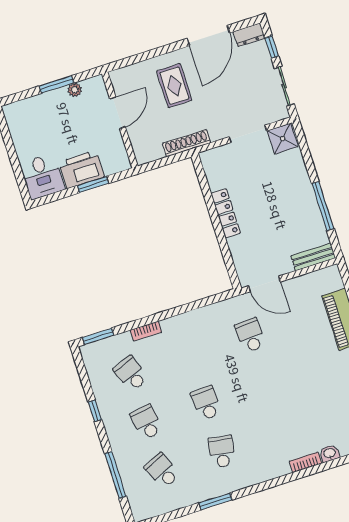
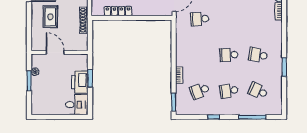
rug: (174, 86) -> (50, 17), turned 90
locker: (226, 213) -> (118, 11), moved
school desk: (162, 471) -> (258, 91), turned 48

